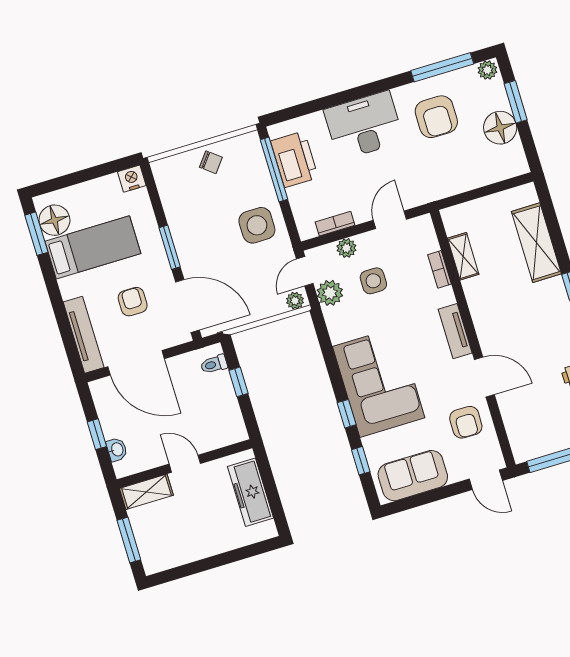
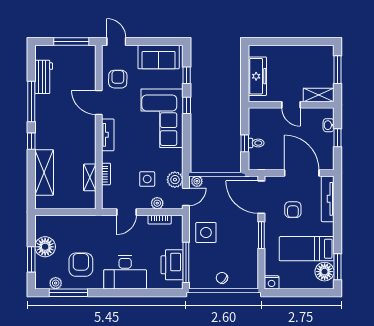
plant: (487, 70) -> (56, 283), moved
toilet: (214, 364) -> (256, 143), moved

